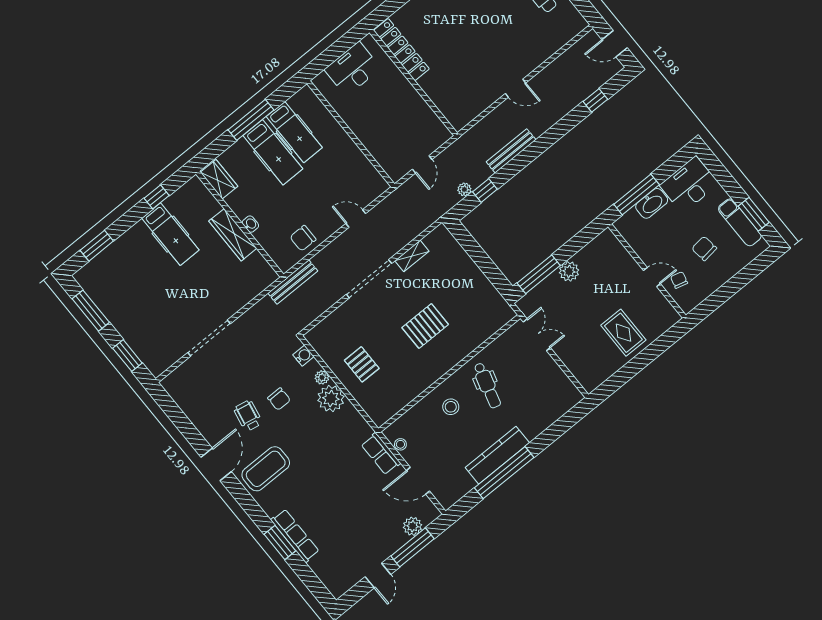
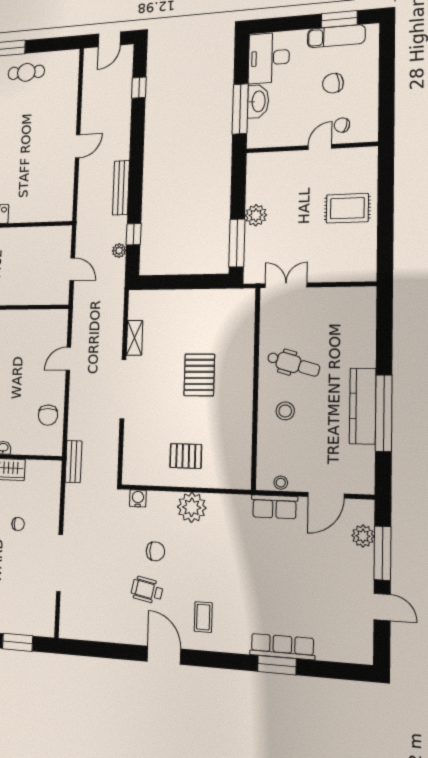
bench: (293, 282) -> (73, 462), width x0.73
chair: (208, 283) -> (18, 524), added
plant: (322, 377) -> (168, 499), removed
coffee table: (266, 469) -> (203, 617), width x0.54, depth x0.58

